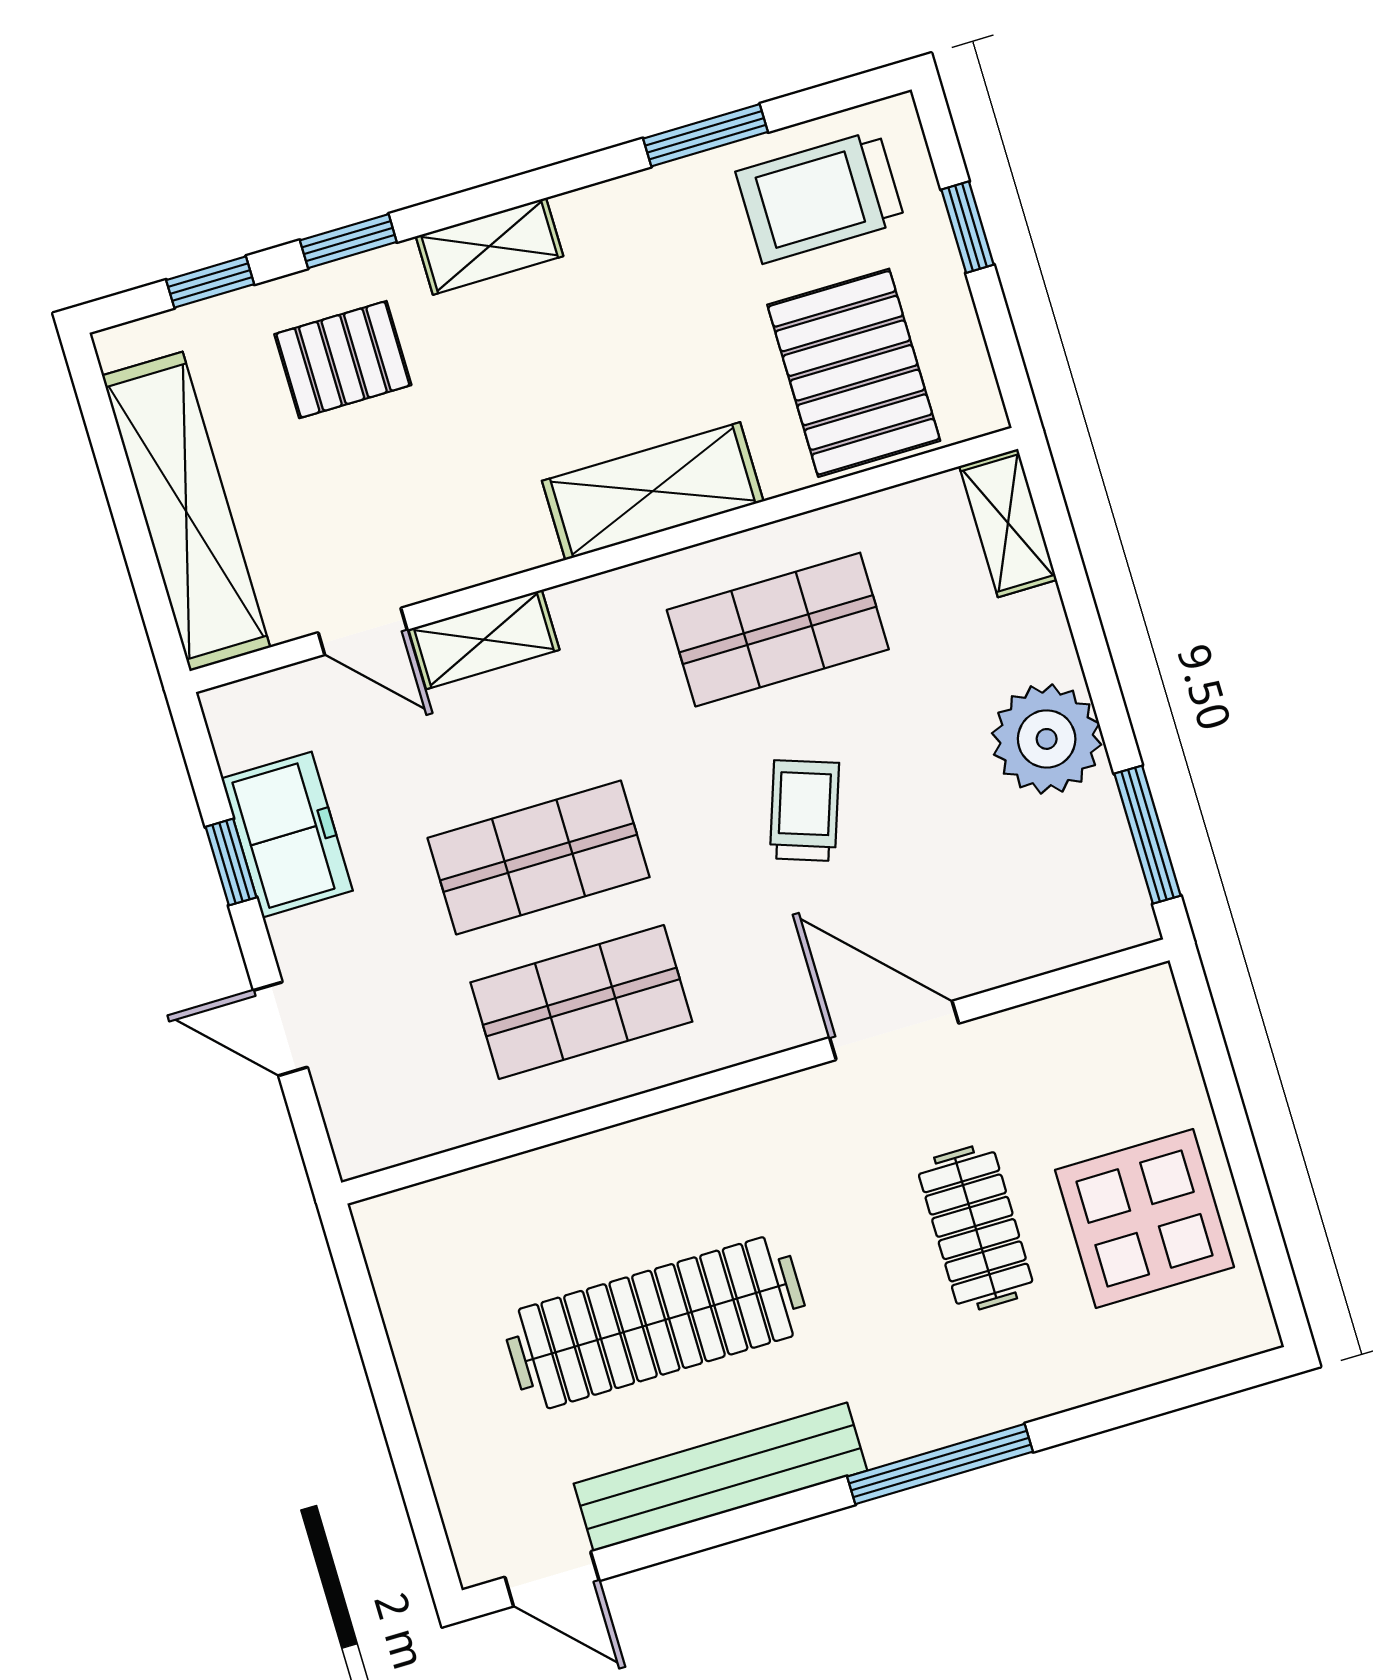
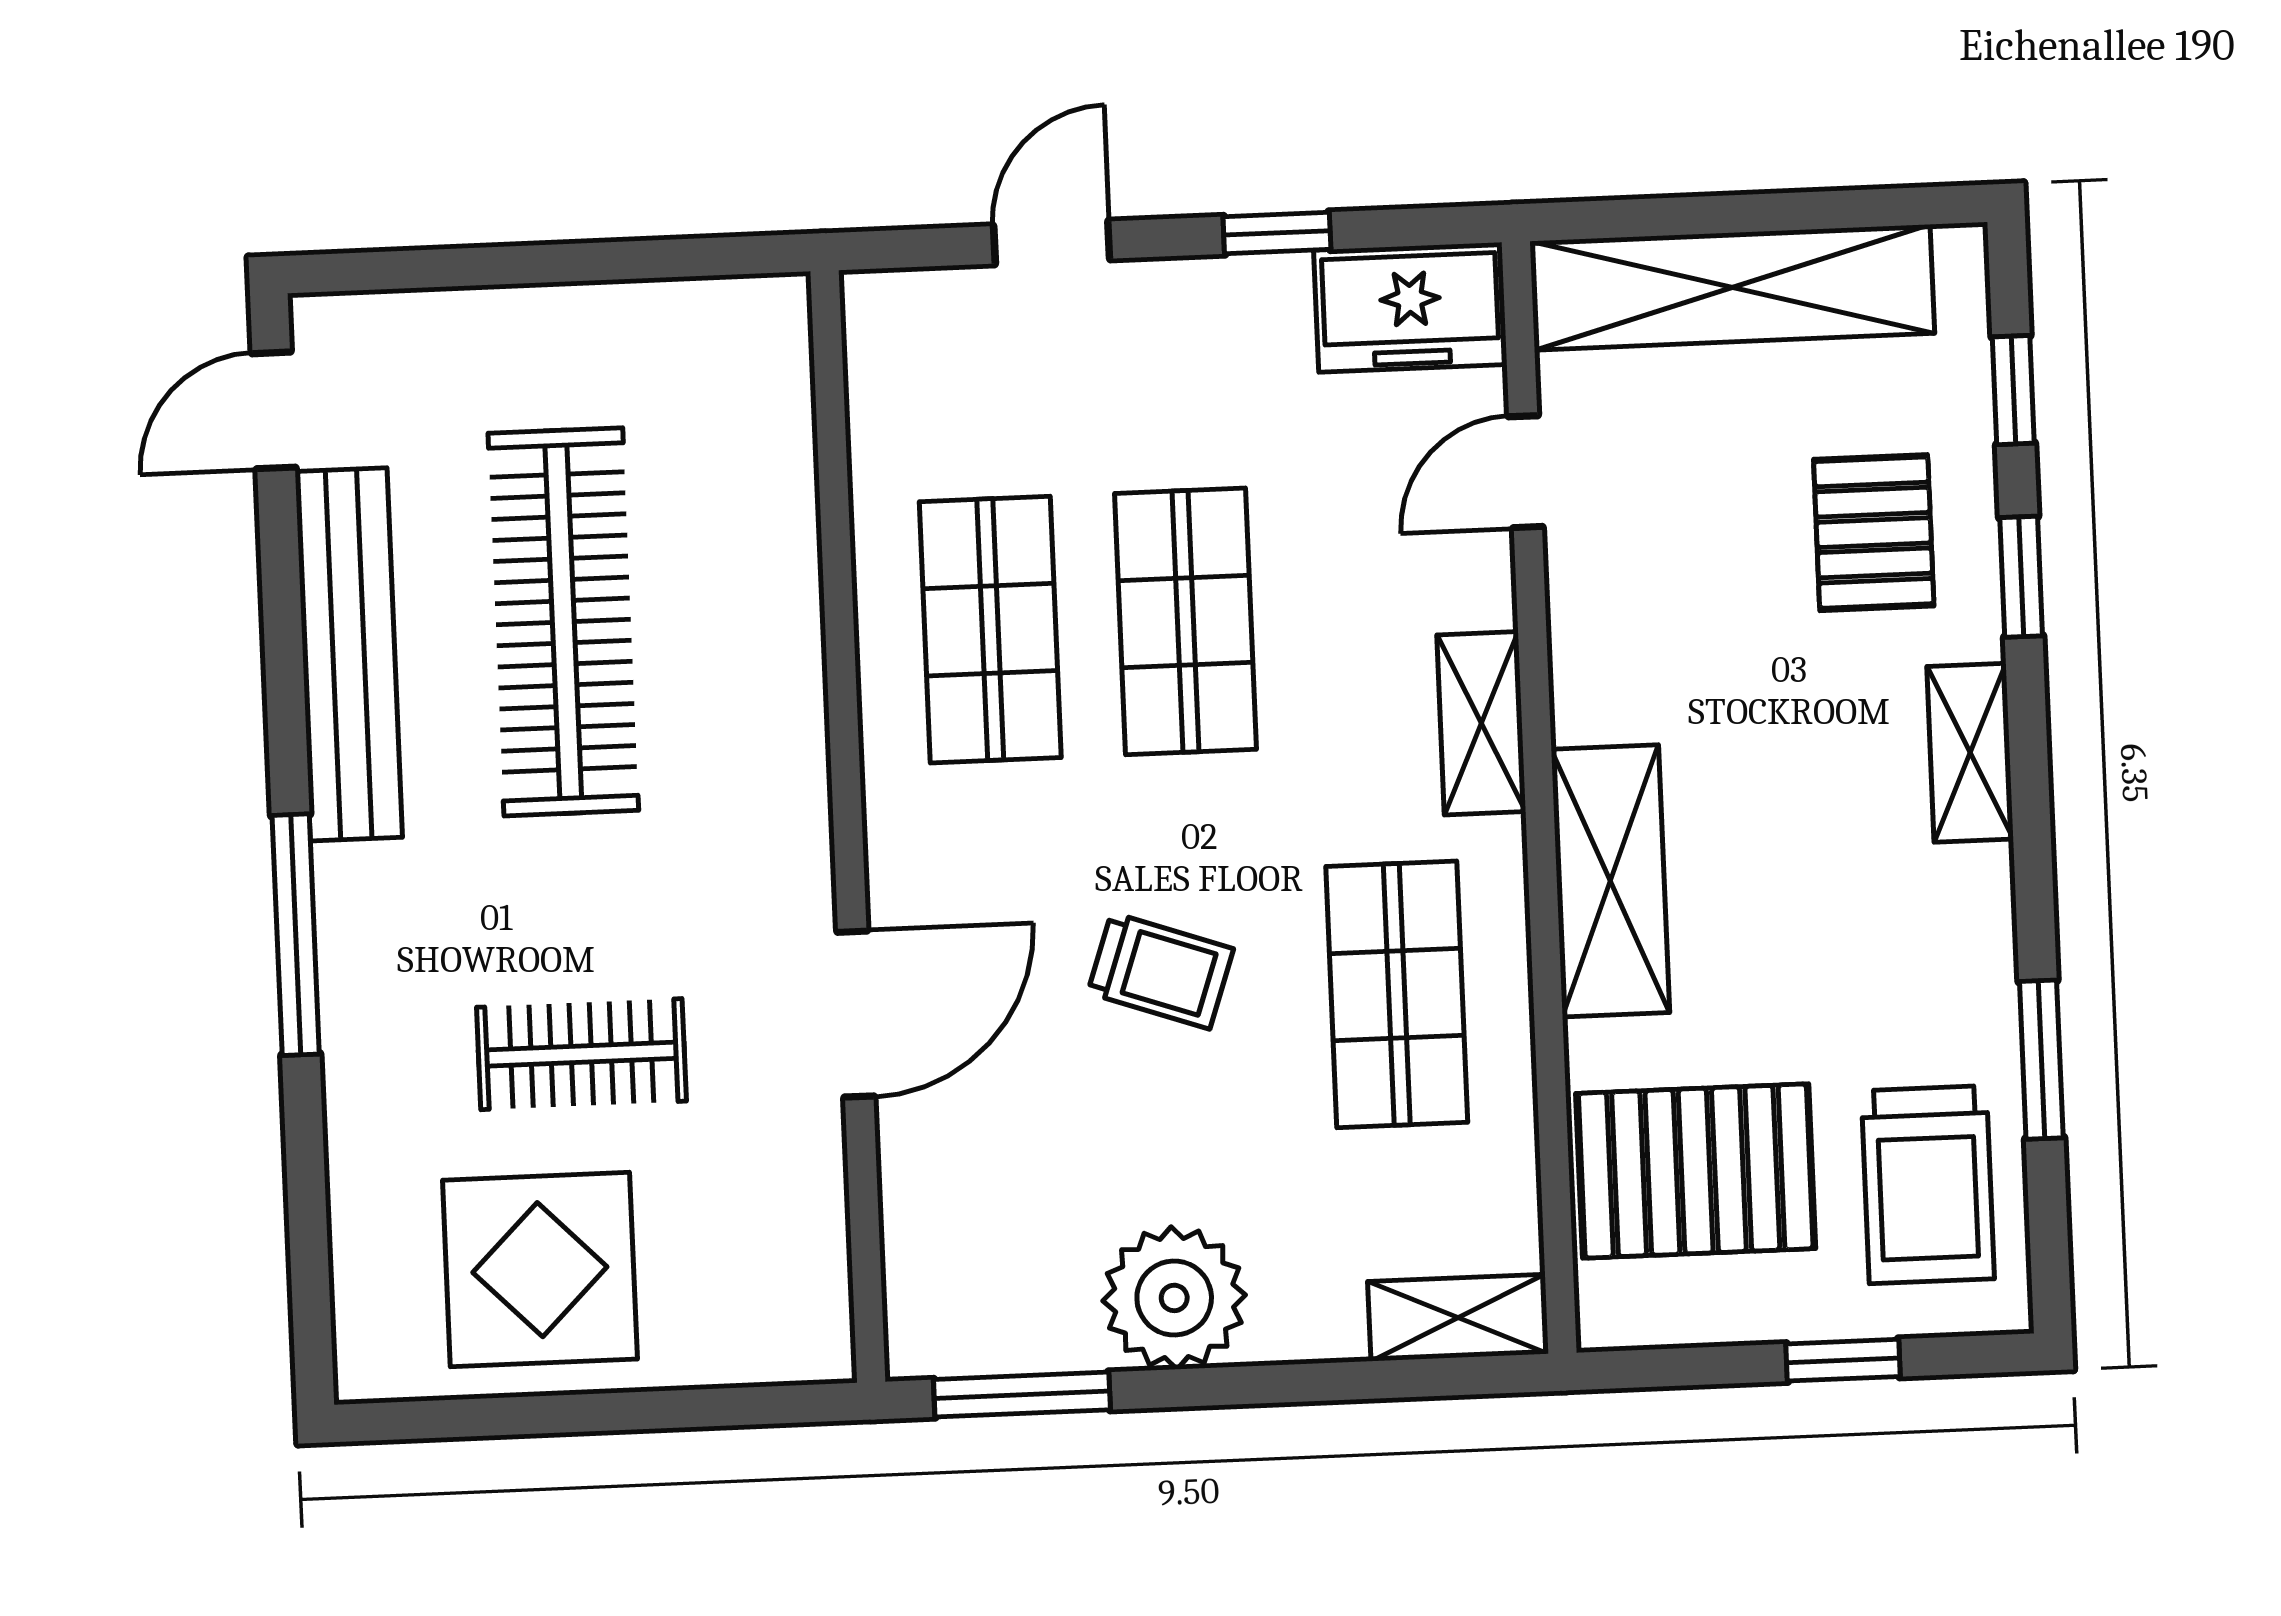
trolley: (820, 197) -> (1928, 1185), turned 180
shelving: (484, 640) -> (1481, 723), moved
freezer: (287, 835) -> (1410, 307), moved

